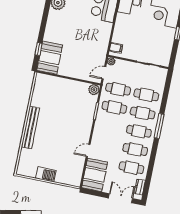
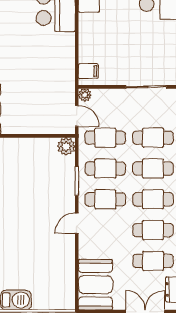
door: (104, 73) -> (77, 116), swing flipped
cafe table: (111, 126) -> (105, 199), added
door: (88, 150) -> (77, 223), moved

